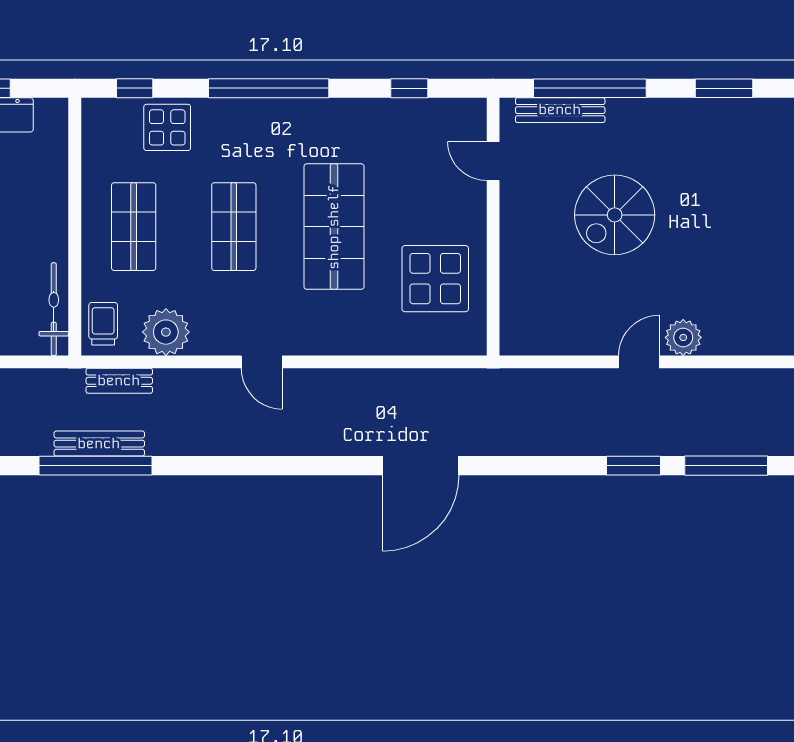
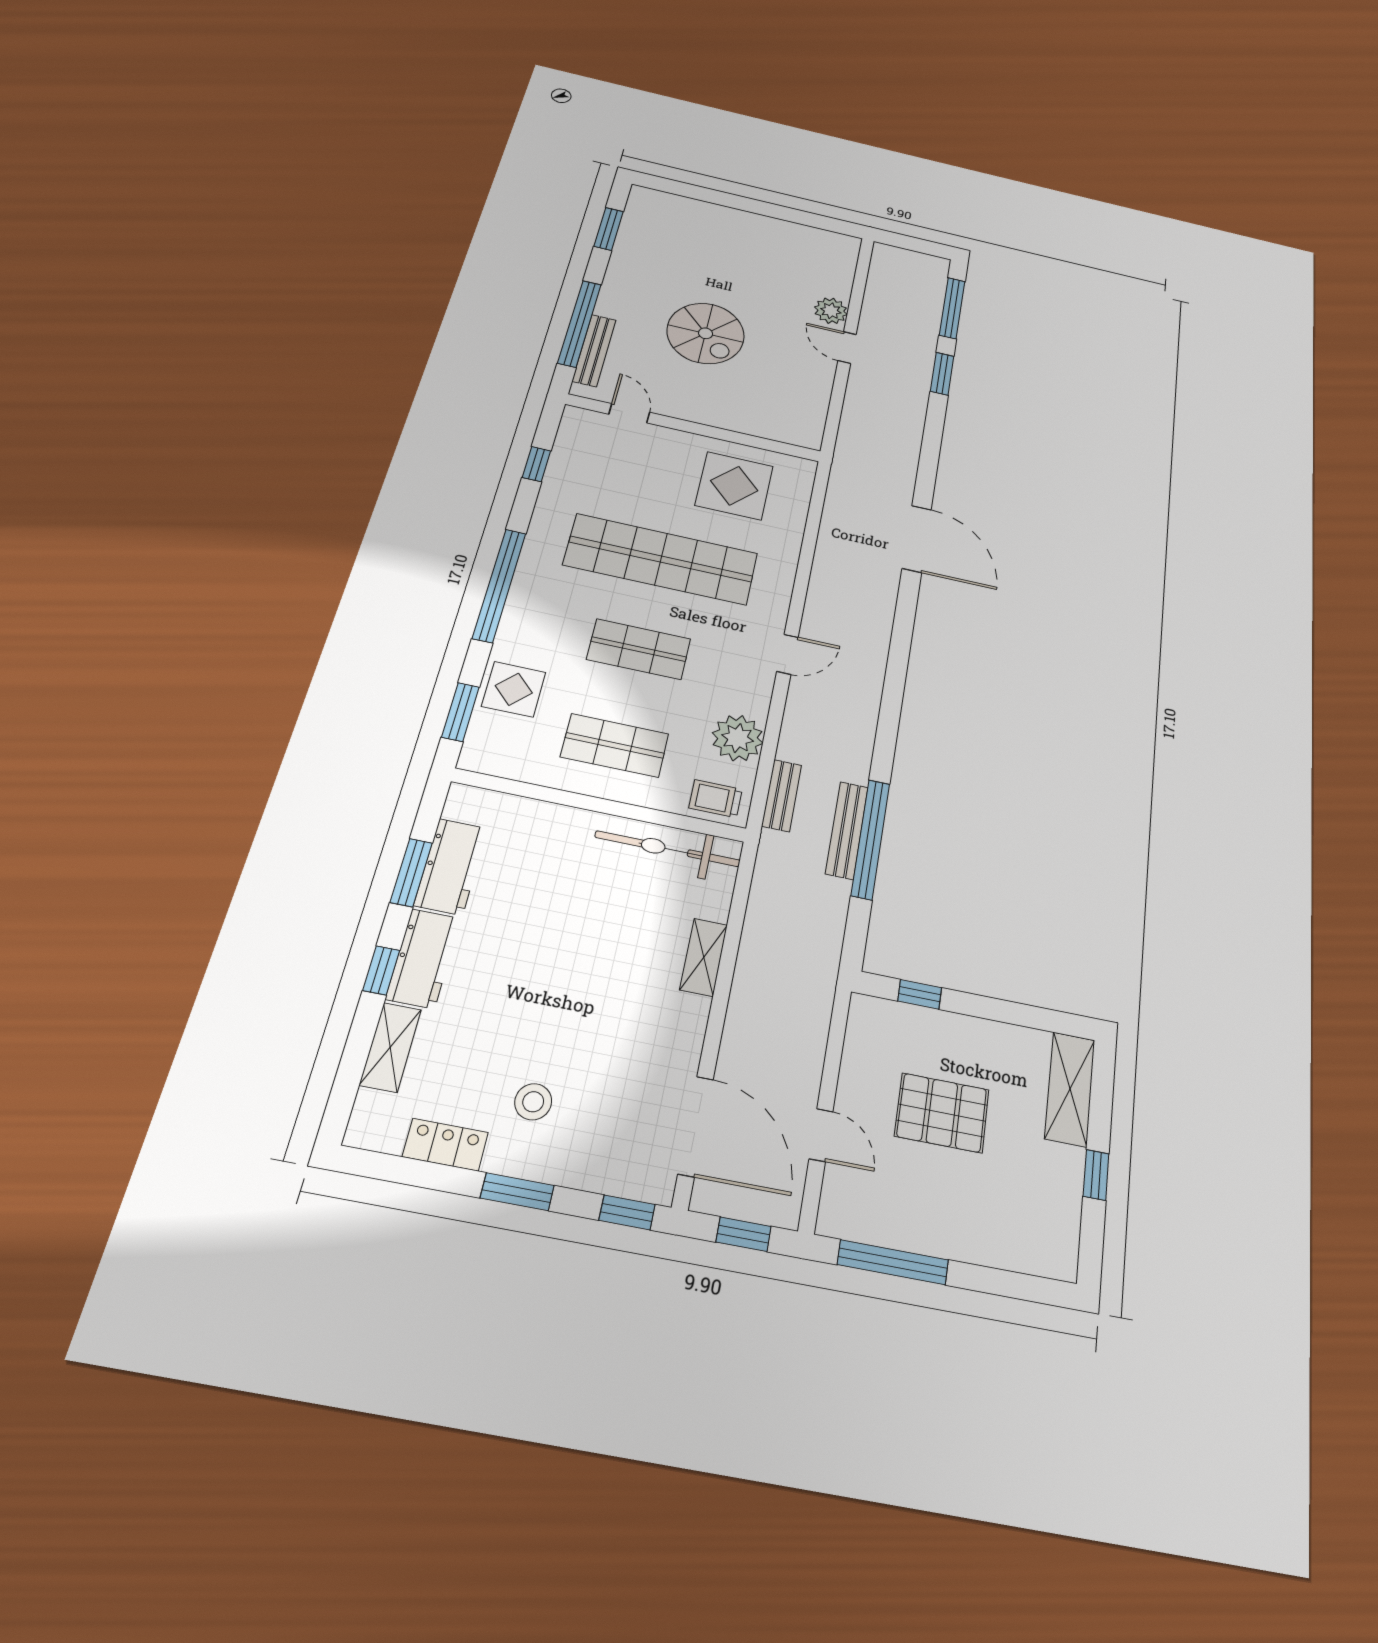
window: (135, 88) -> (460, 712), width x1.50
door: (493, 161) -> (629, 413), swing flipped
shop shelf: (334, 227) -> (661, 559), width x1.40
bicycle: (54, 309) -> (668, 849), width x1.37, depth x1.40

